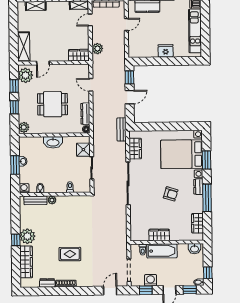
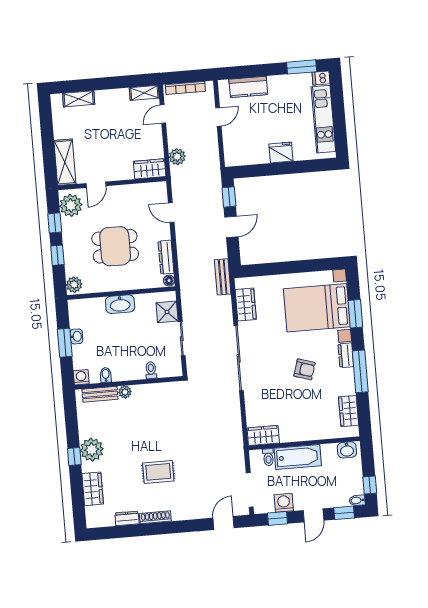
wardrobe: (159, 235) -> (263, 435), moved
wardrobe: (26, 262) -> (93, 489), width x0.67

